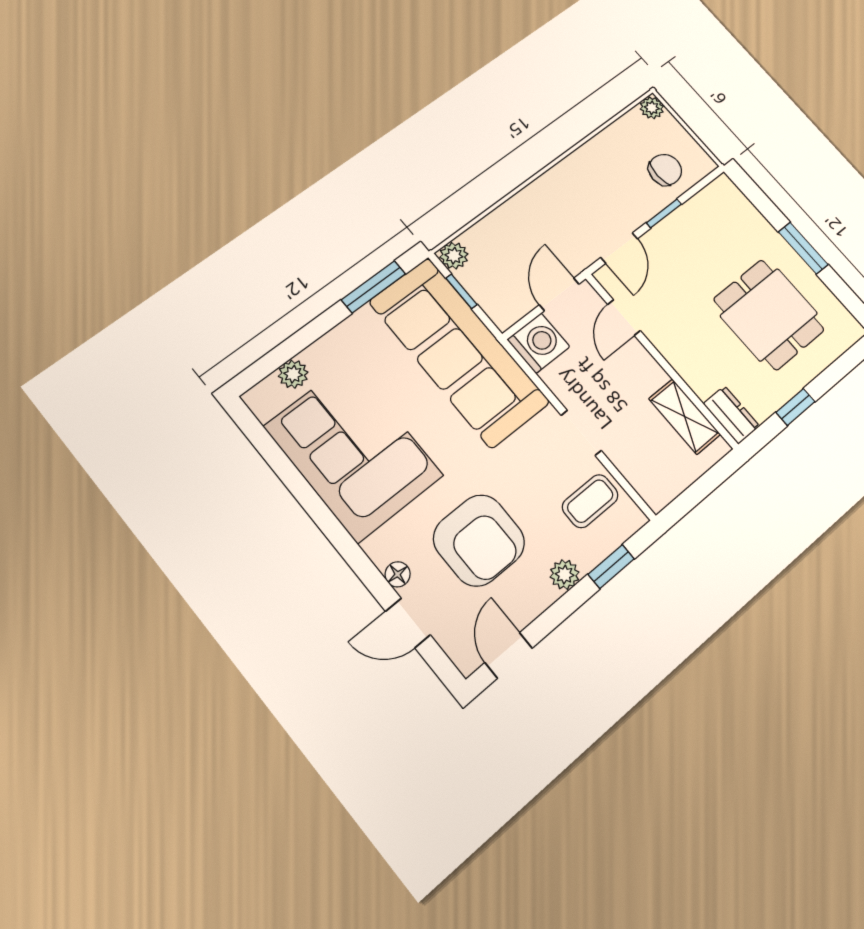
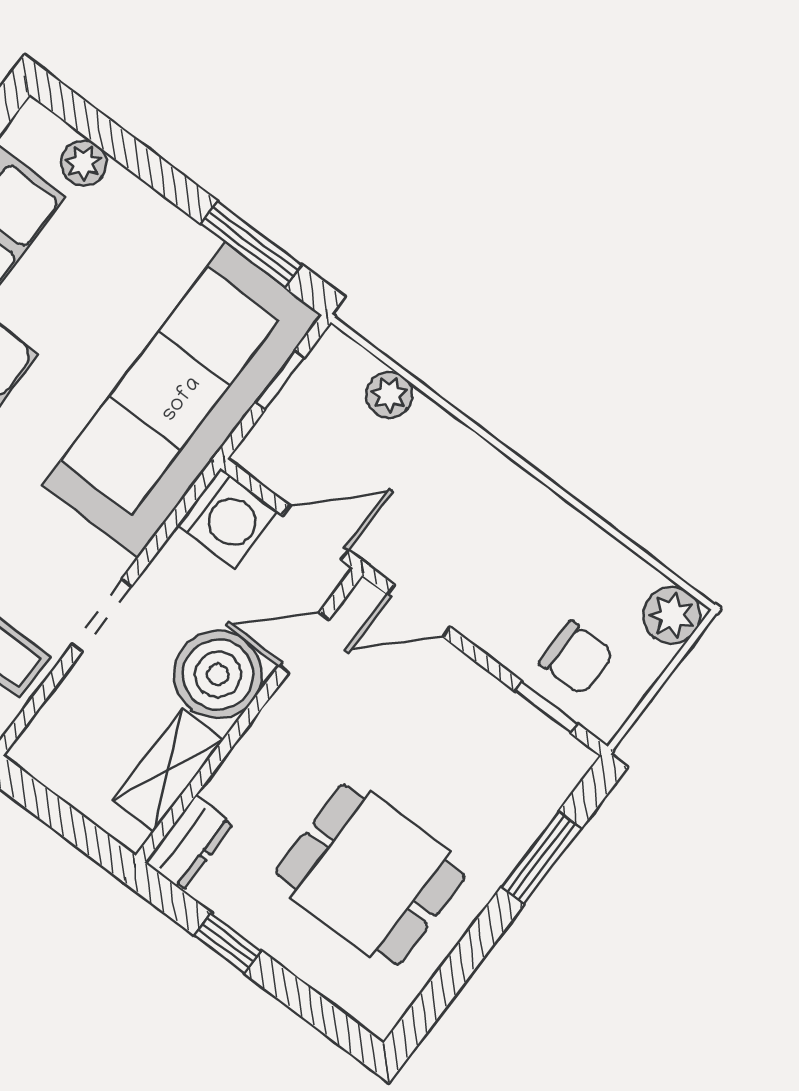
plant: (652, 108) -> (672, 615), width x1.38, depth x1.38
window: (664, 213) -> (546, 707), moved
window: (803, 248) -> (541, 858), moved
plant: (454, 256) -> (389, 395), moved
dining table: (769, 315) -> (370, 874), turned 90
boiler: (633, 372) -> (218, 674), added

